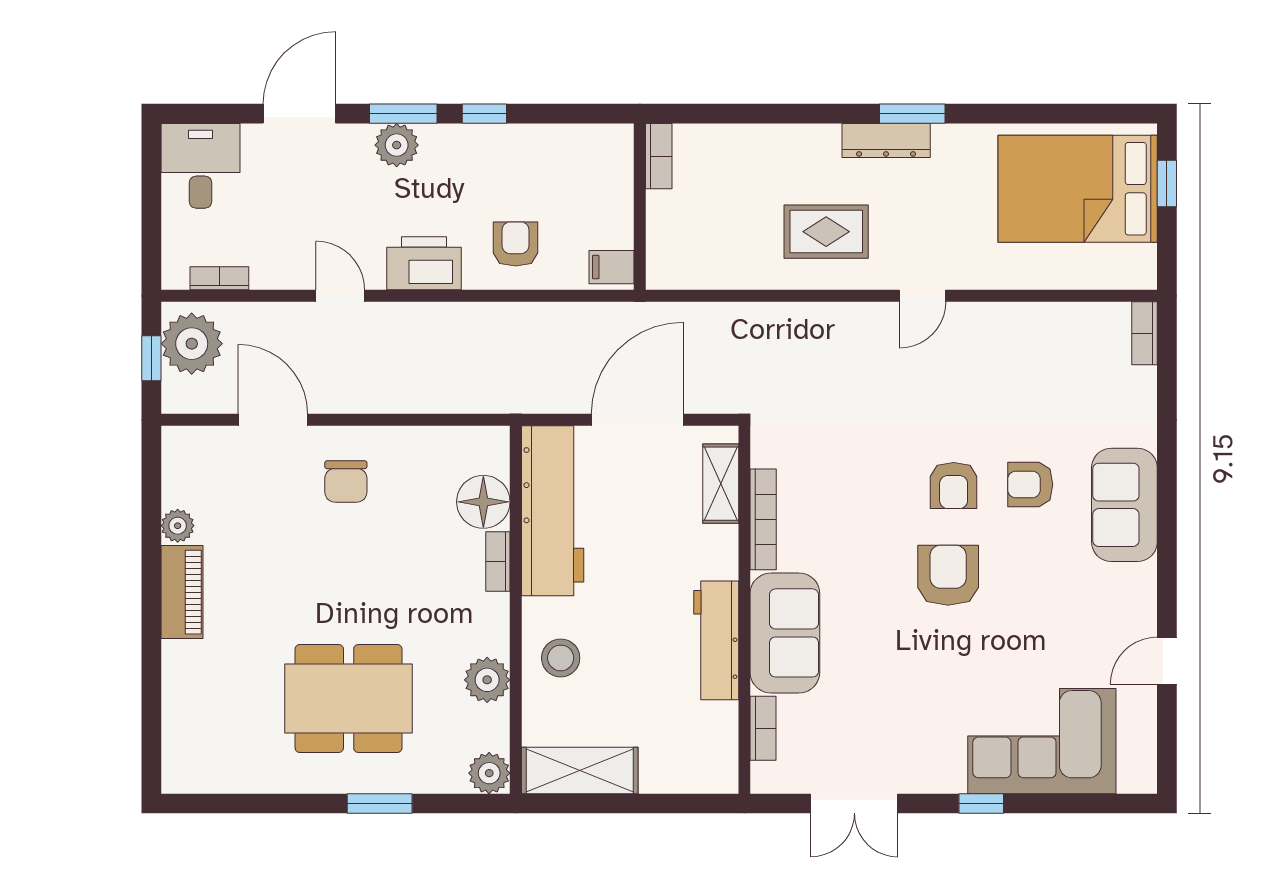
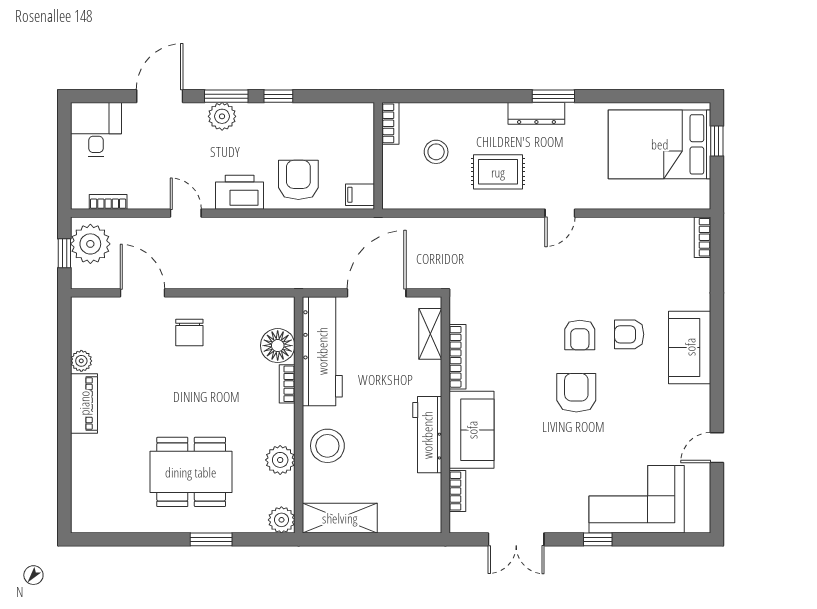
stool: (730, 200) -> (436, 152), added
armchair: (516, 244) -> (298, 180), width x1.38, depth x1.38
stool: (561, 658) -> (327, 446), width x1.38, depth x1.38

